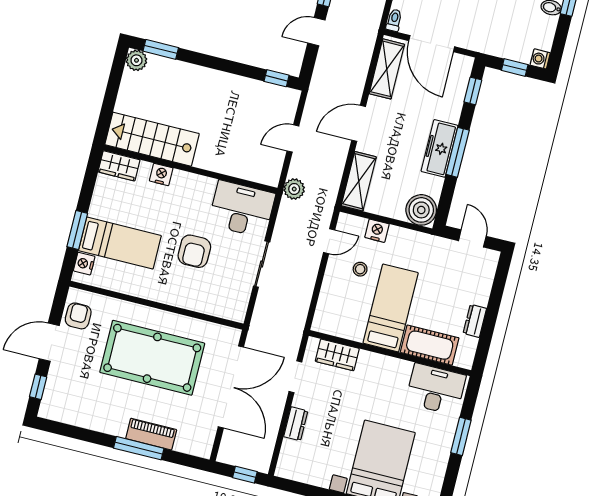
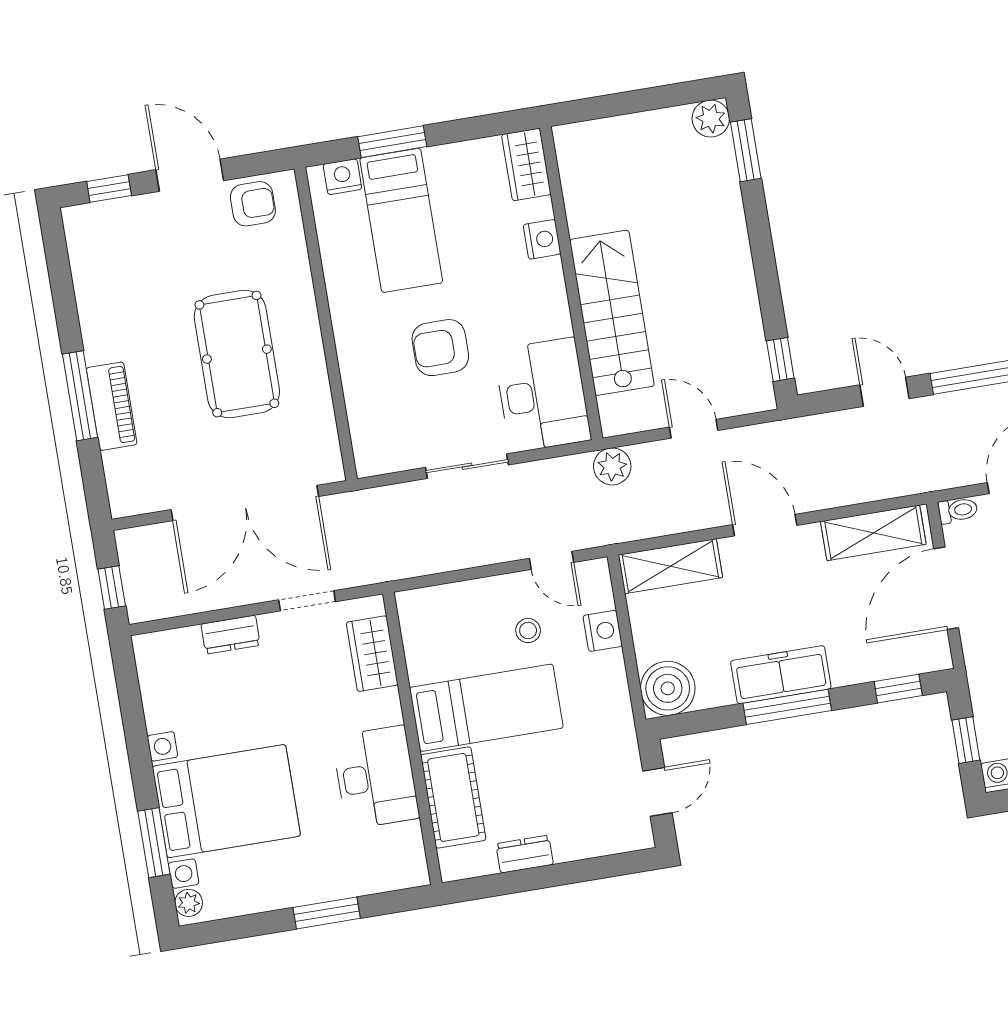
stairs: (152, 139) -> (612, 313), moved
pool table: (152, 358) -> (237, 354), width x0.73, depth x0.76
desk: (436, 389) -> (376, 777), moved

